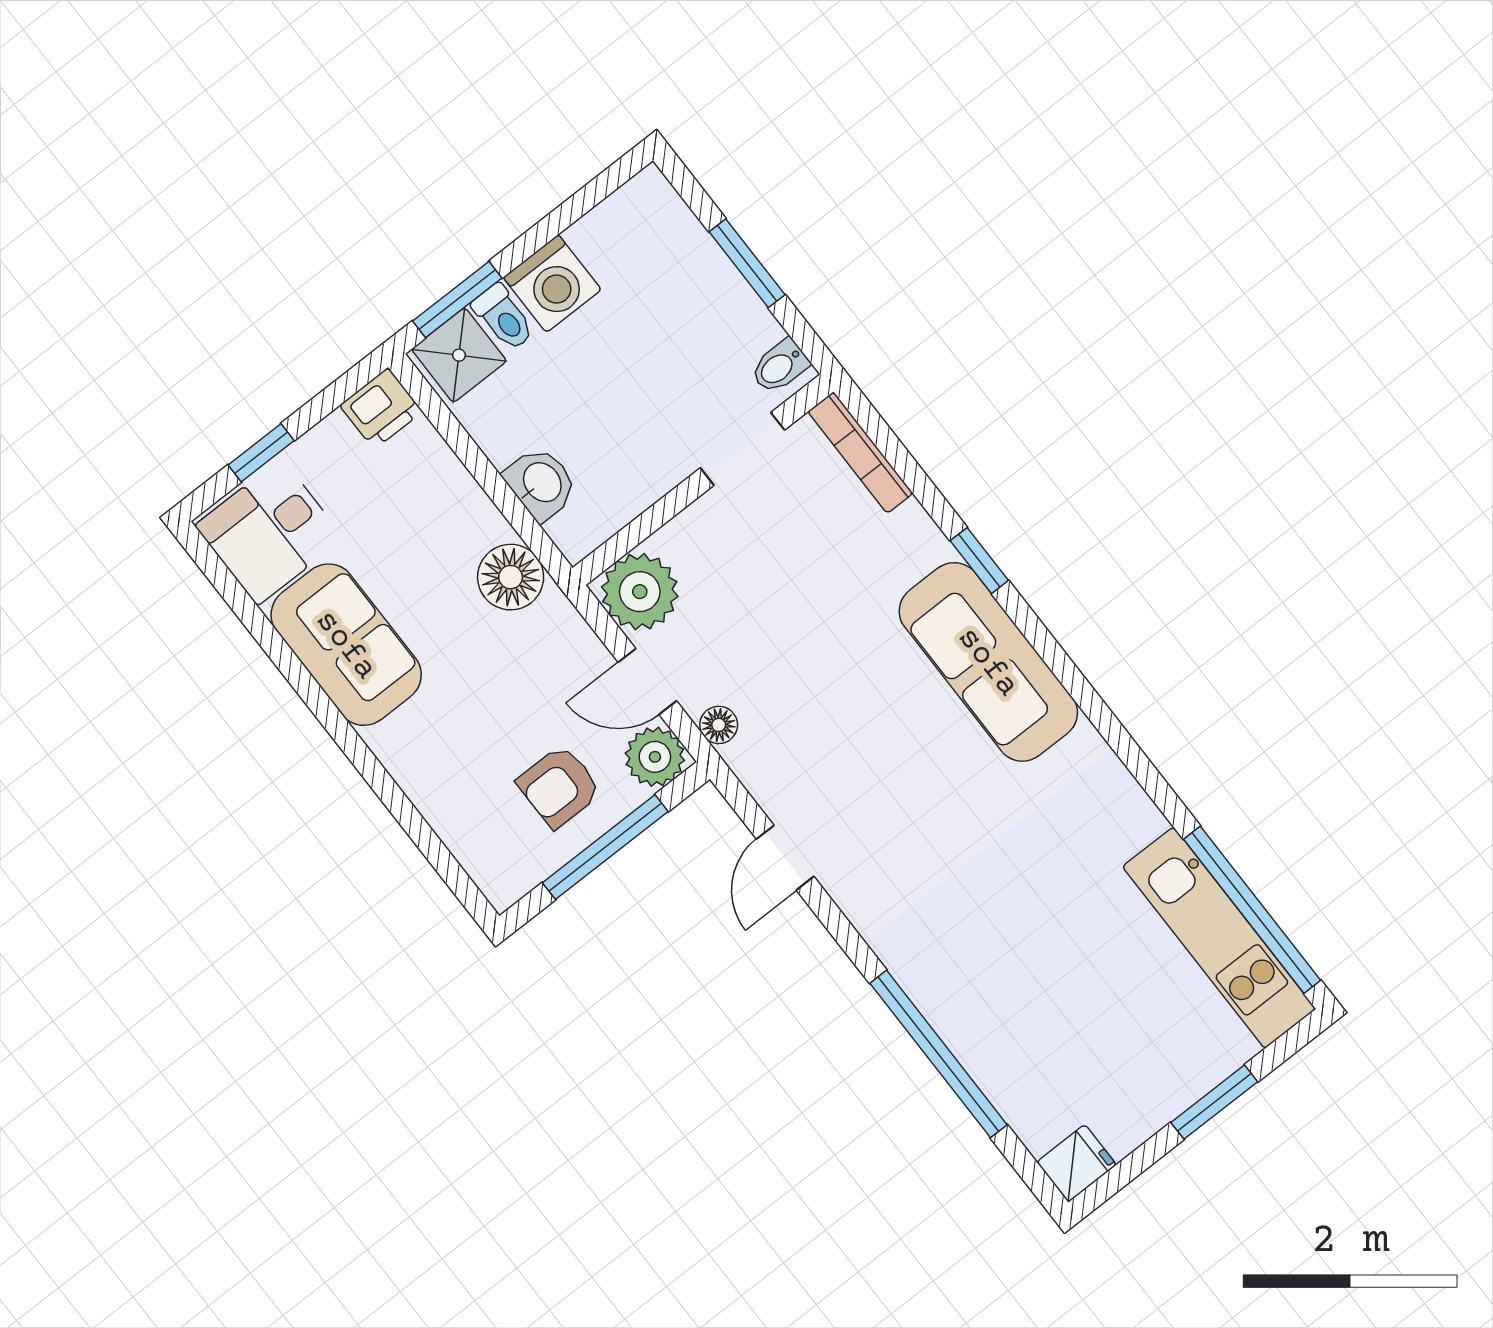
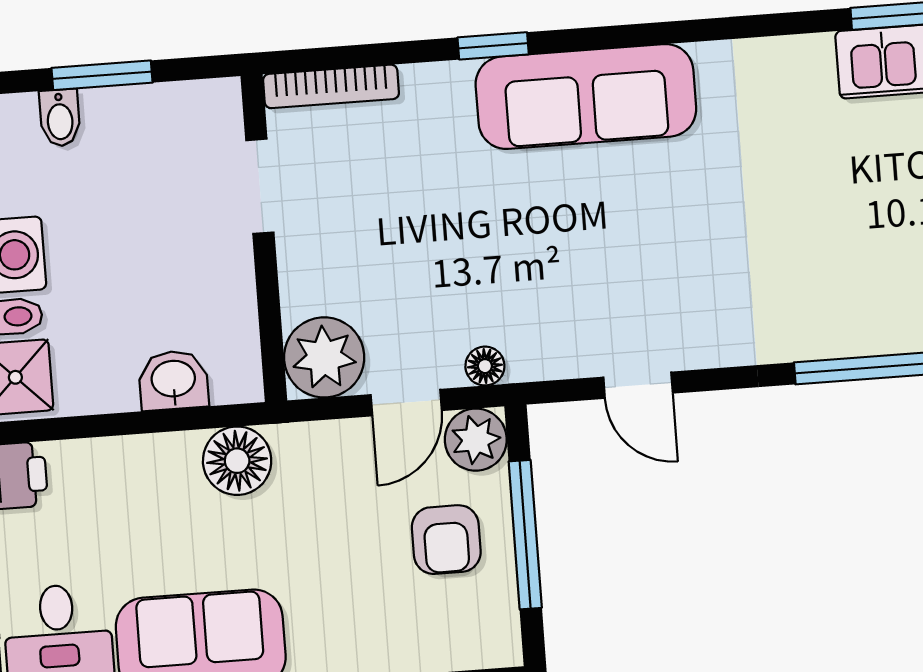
bidet: (780, 366) -> (60, 118), moved

